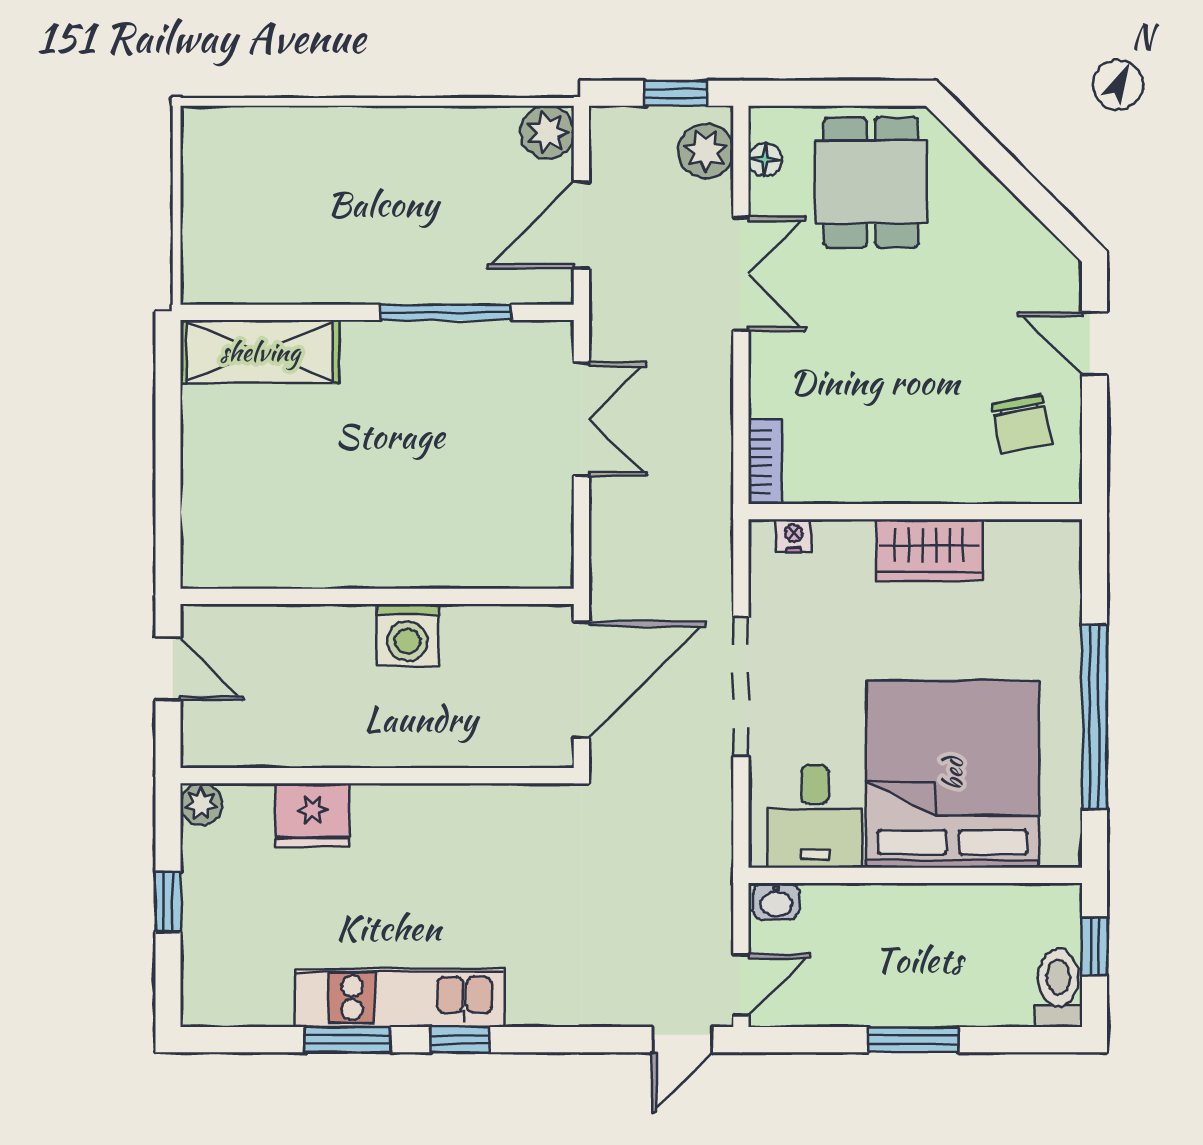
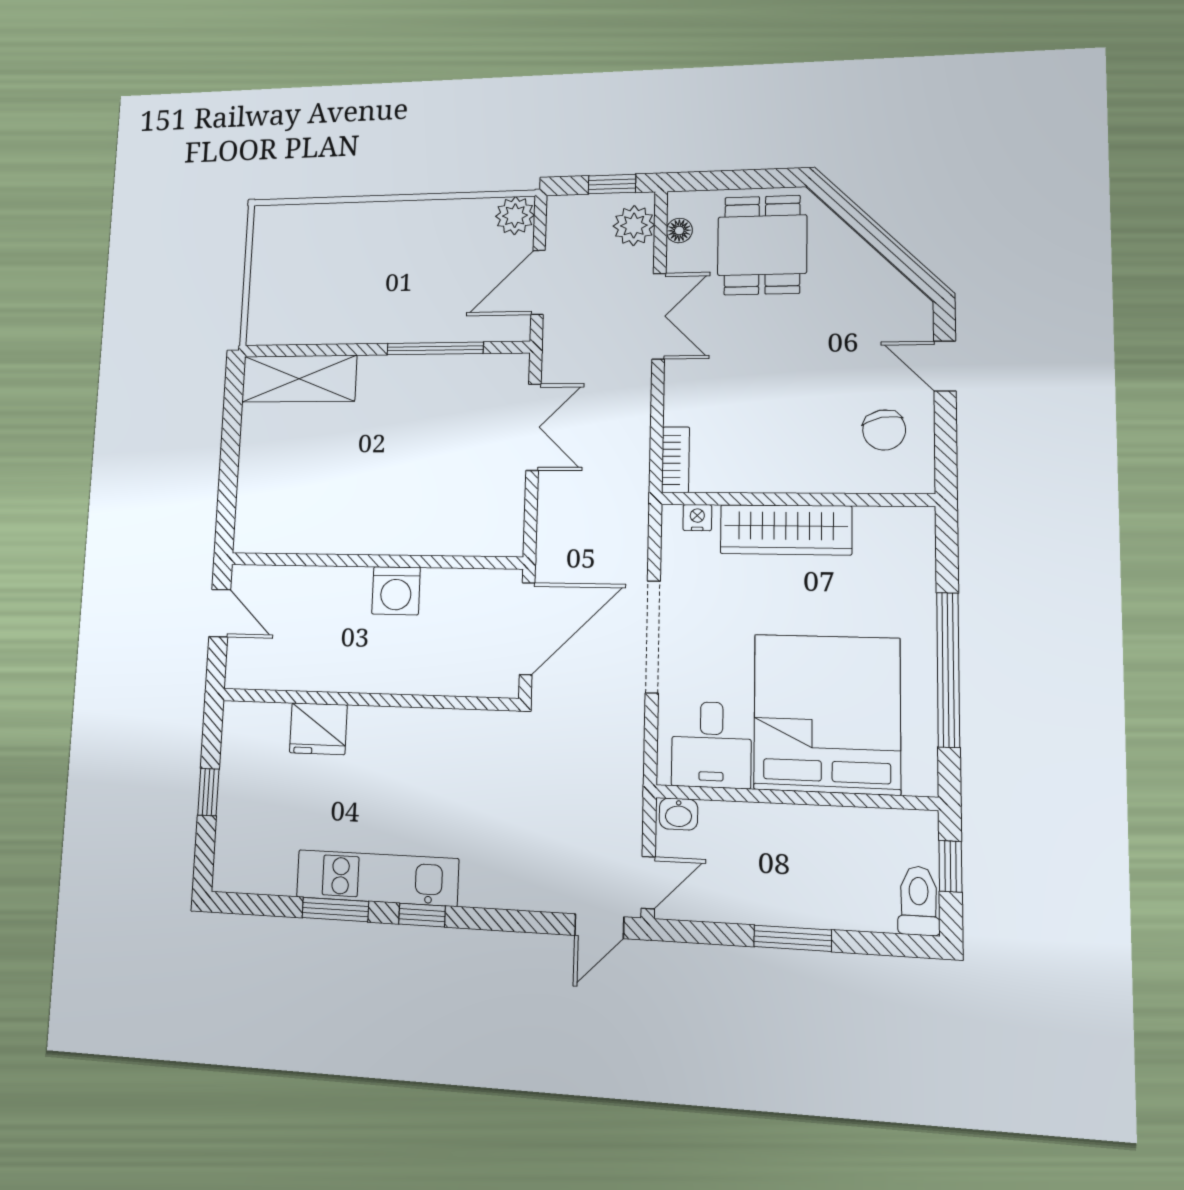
wardrobe: (929, 550) -> (786, 530), width x1.50
plant: (201, 804) -> (237, 717), removed

